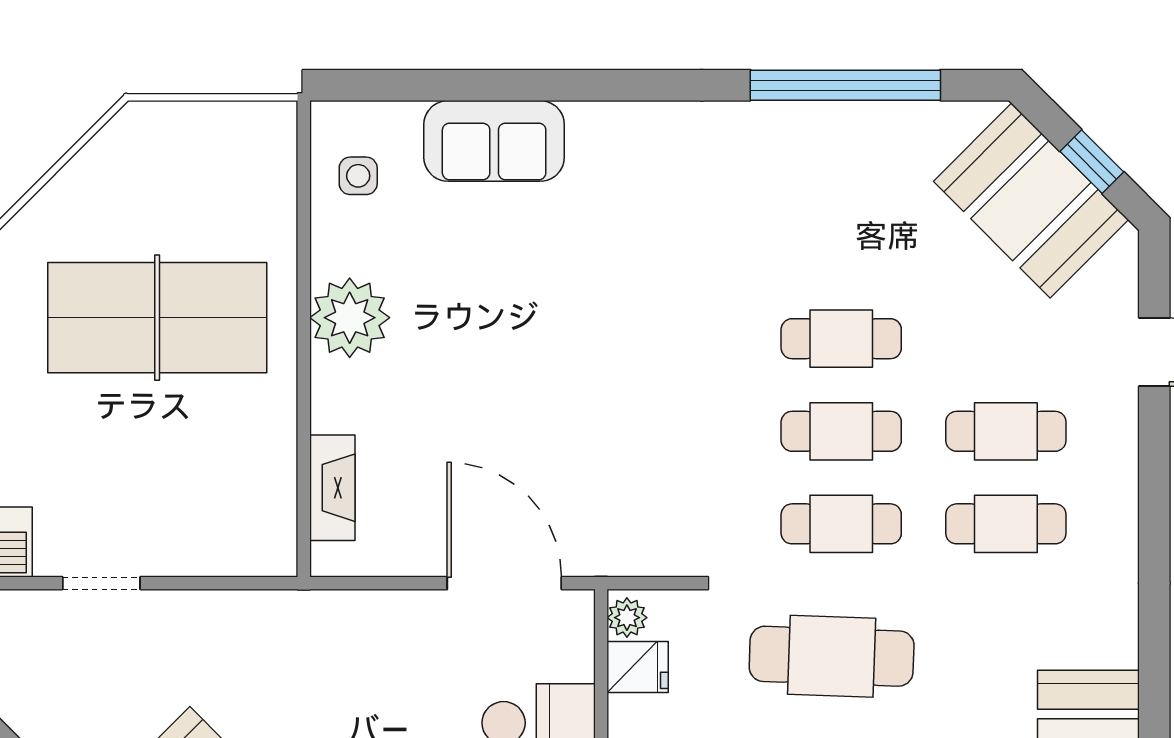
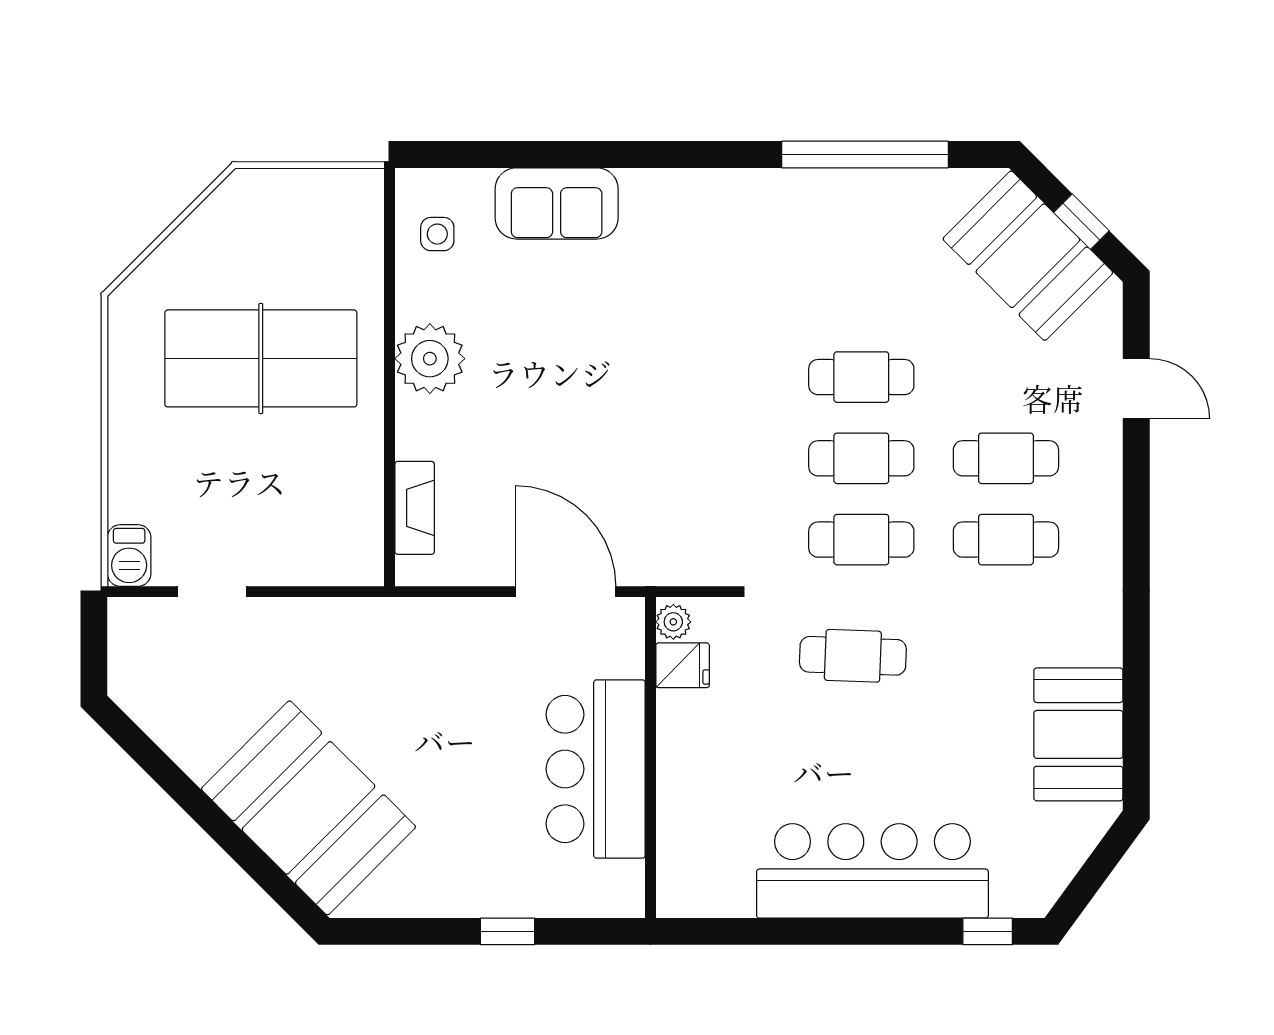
cafe table: (832, 656) -> (853, 656), width x0.73, depth x0.74

